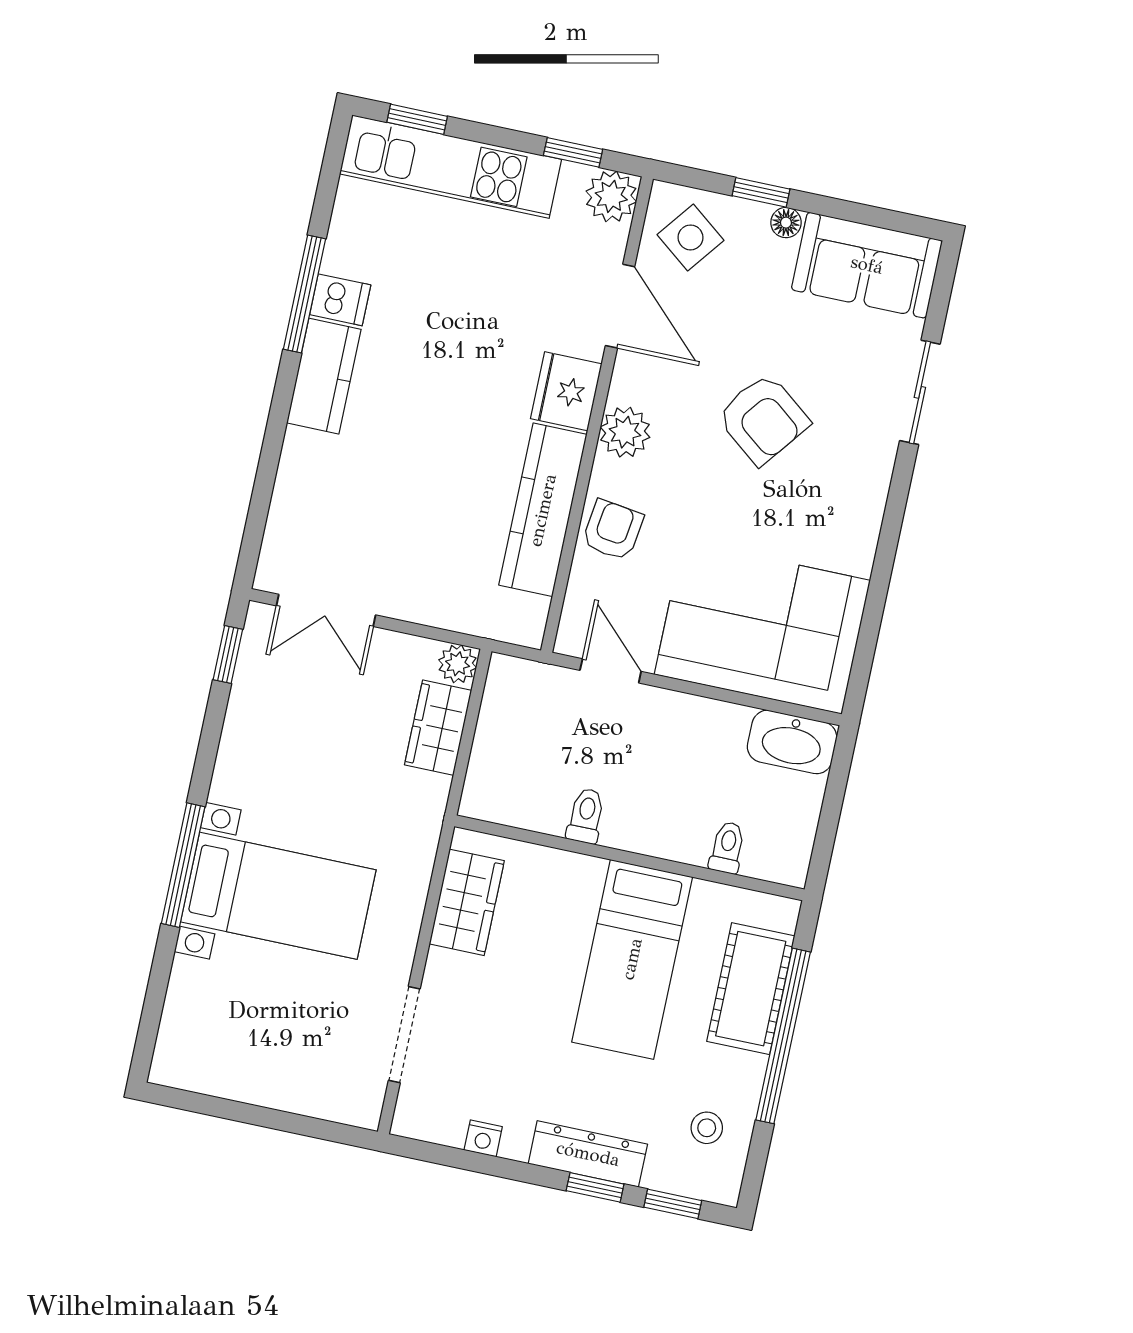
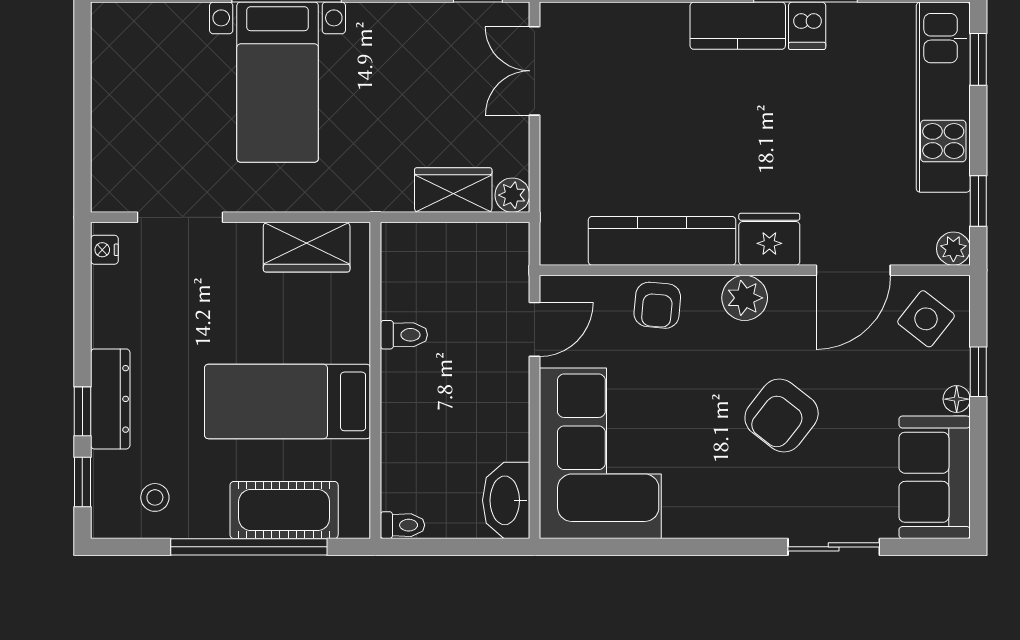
plant: (611, 196) -> (953, 249), width x0.73, depth x0.73
armchair: (613, 530) -> (657, 305), turned 87
toilet: (727, 848) -> (402, 525), moved
nightstand: (483, 1138) -> (104, 250), moved

